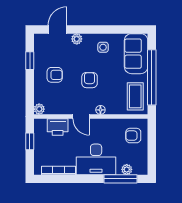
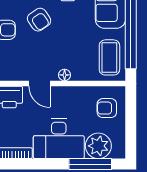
armchair: (90, 80) -> (39, 20), moved, turned 146
plant: (127, 169) -> (98, 146), width x1.87, depth x1.87

